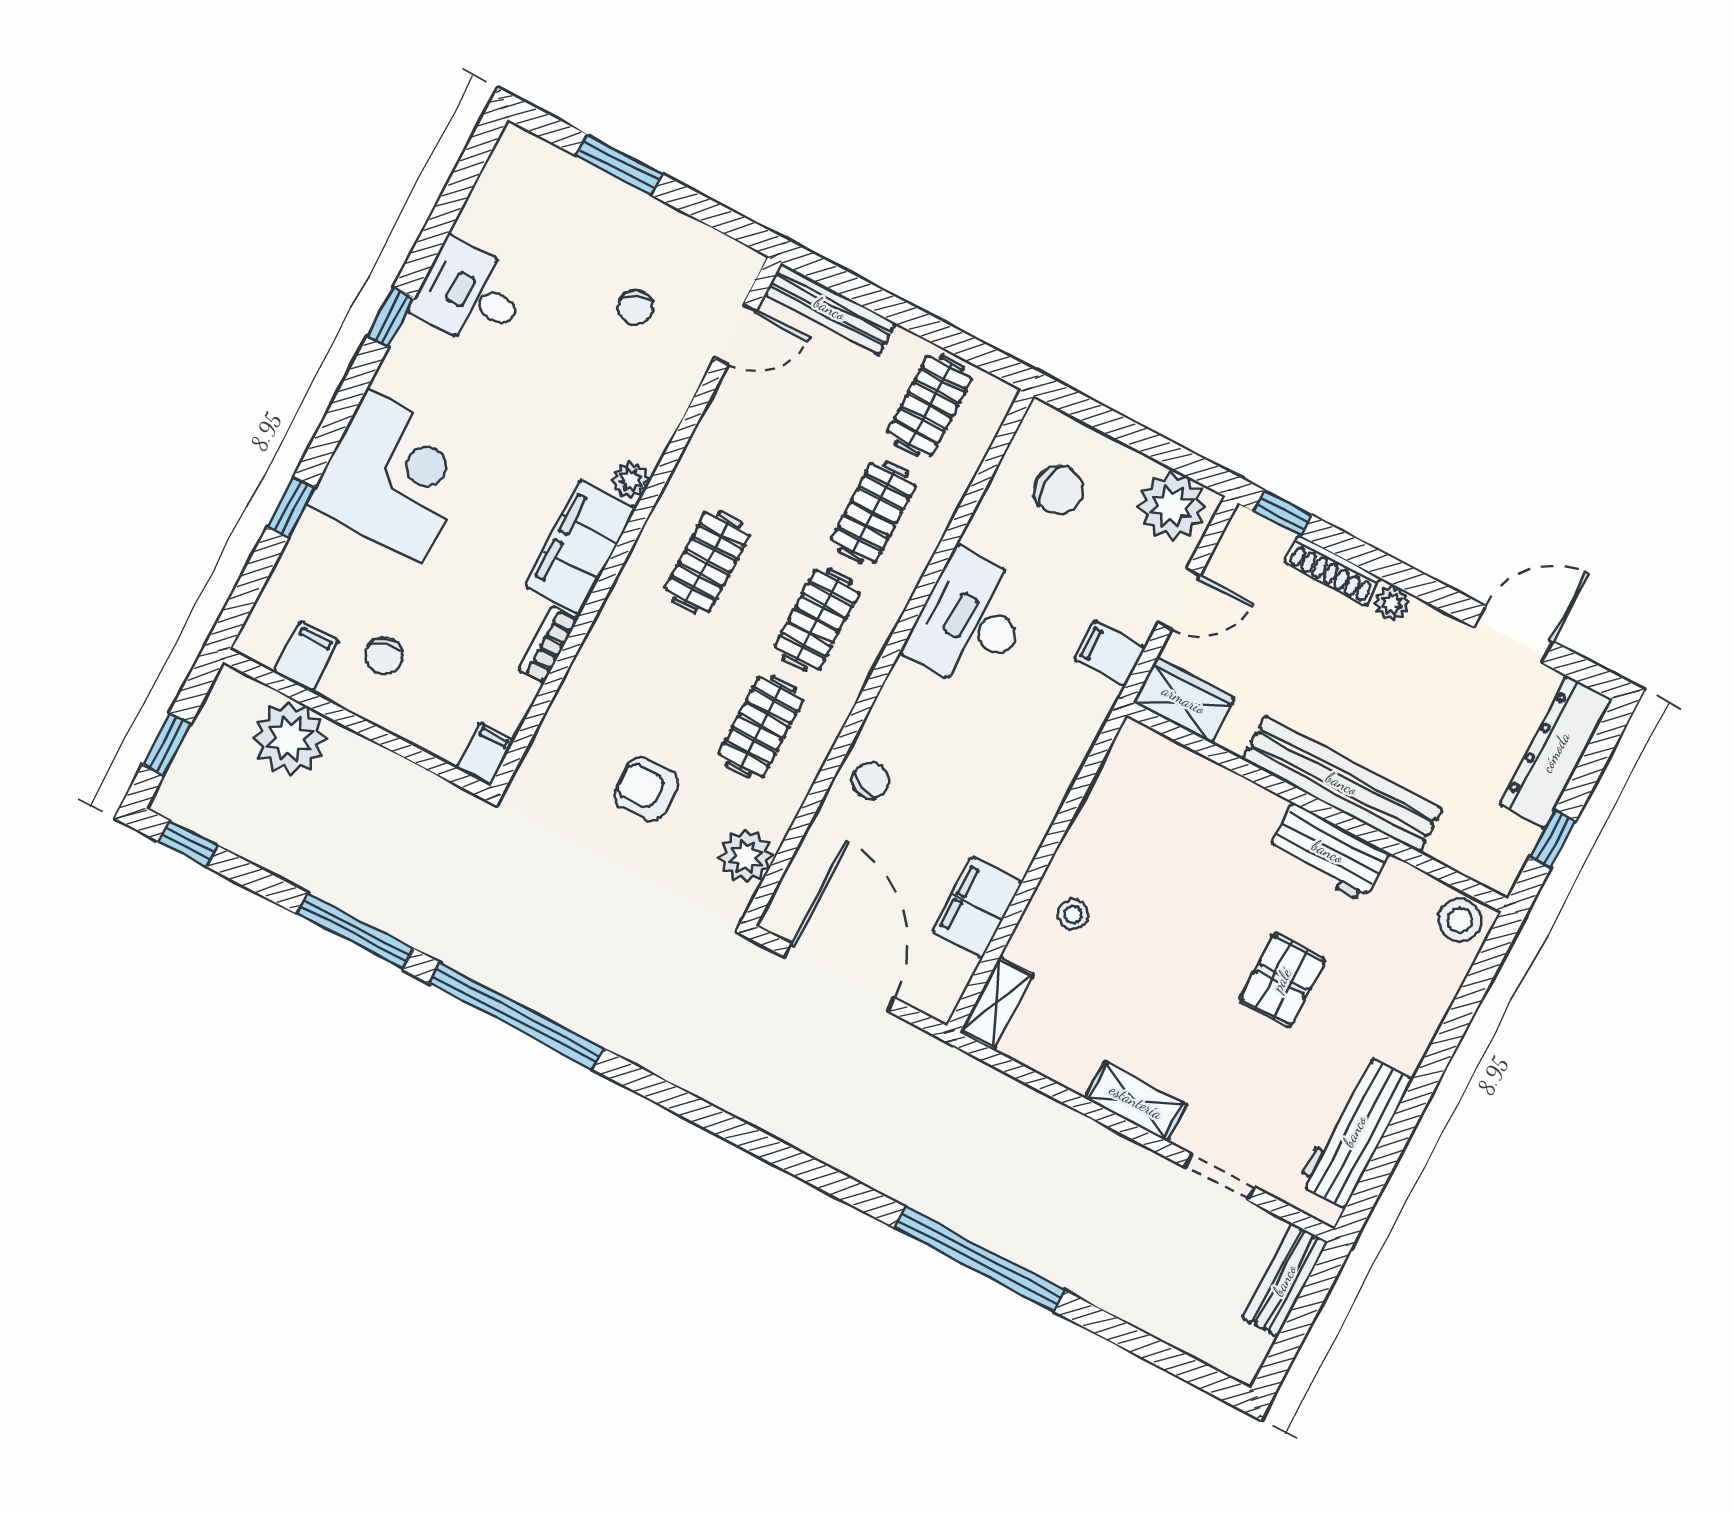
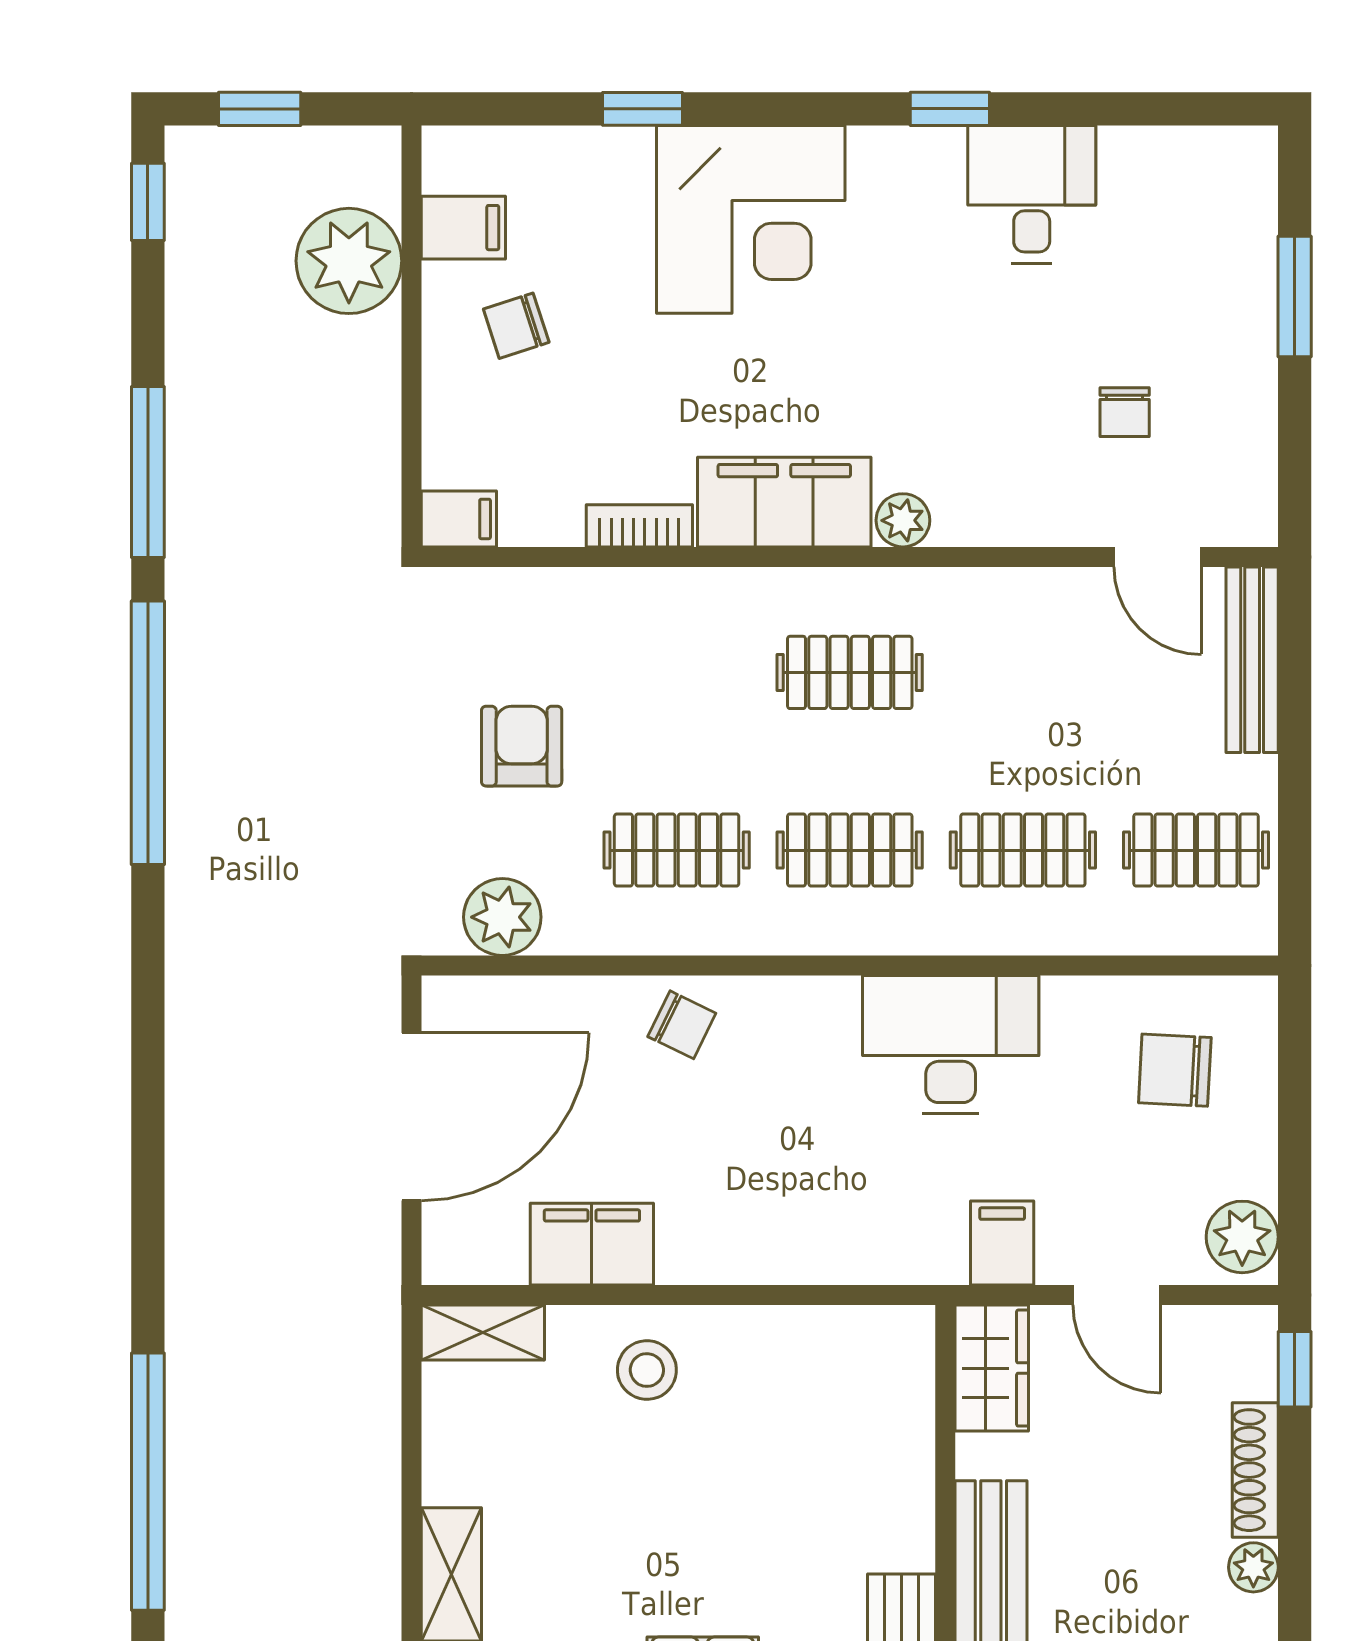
chair: (635, 307) -> (1125, 412), turned -67
chair: (1059, 490) -> (1175, 1070), turned 93
plant: (1172, 506) -> (1242, 1237), width x0.73, depth x0.73
stool: (1073, 914) -> (647, 1370), width x1.37, depth x1.37

